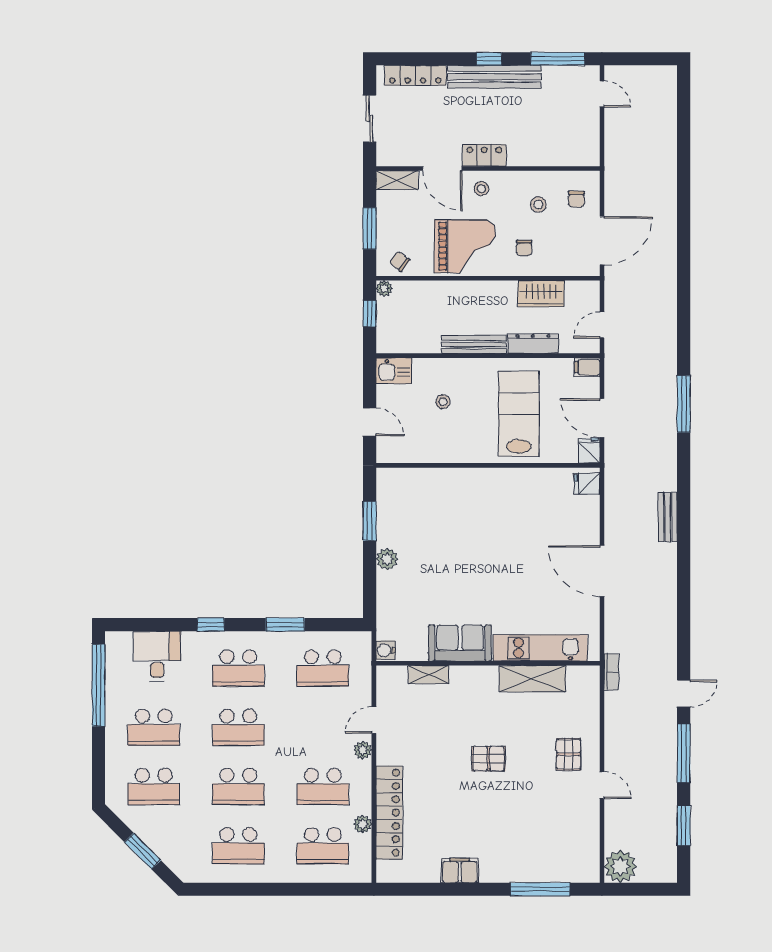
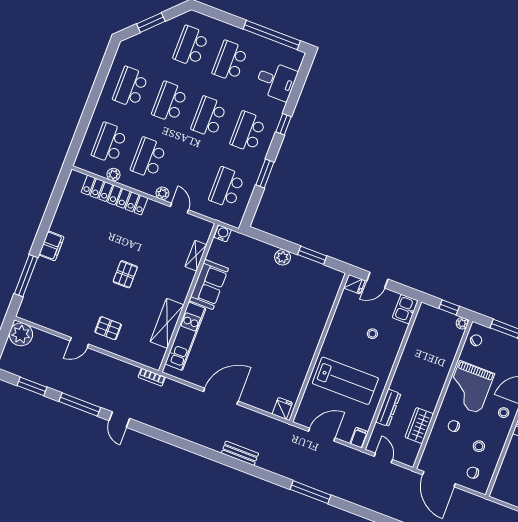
bench: (474, 344) -> (403, 369), removed
fridge: (589, 451) -> (354, 284), moved
filing cabinet: (460, 870) -> (51, 246), moved

